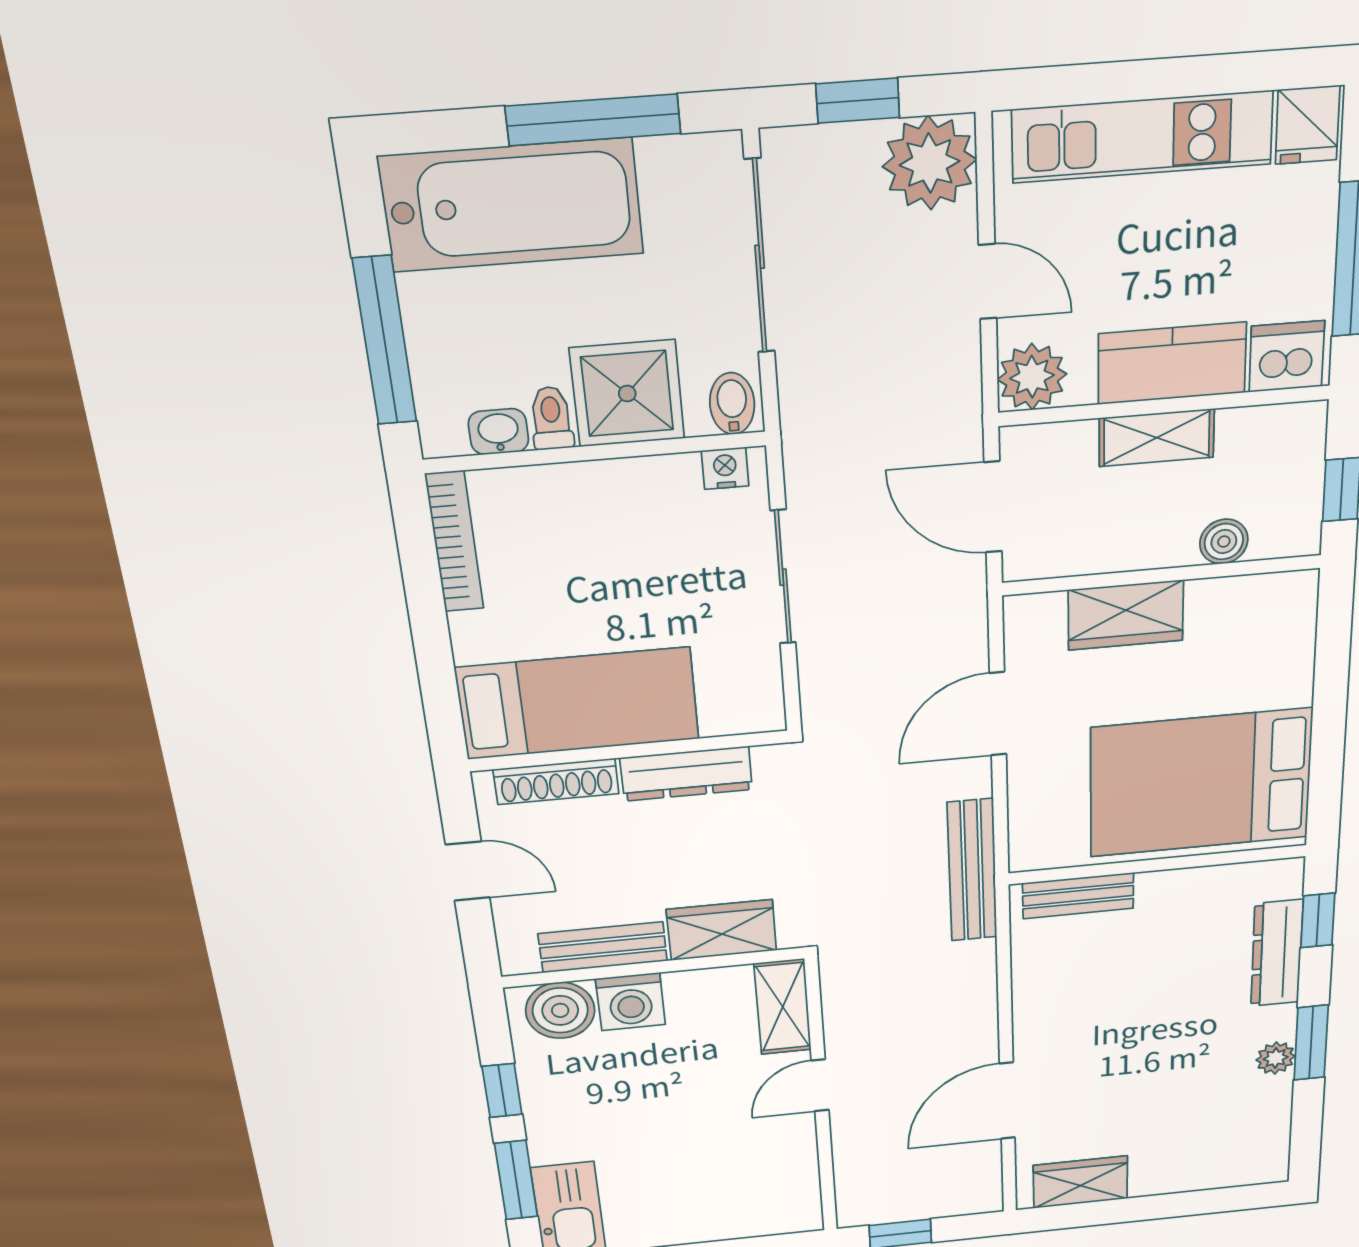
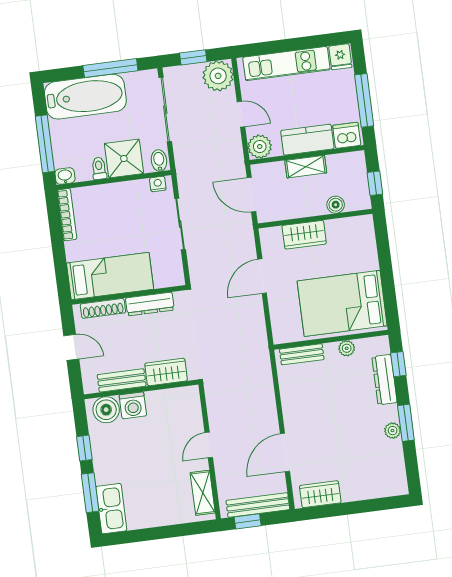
washbasin: (498, 432) -> (65, 176), moved
bench: (972, 870) -> (258, 505), moved, turned 90
plant: (1195, 884) -> (347, 348), added
shelving: (783, 1007) -> (203, 493), moved

